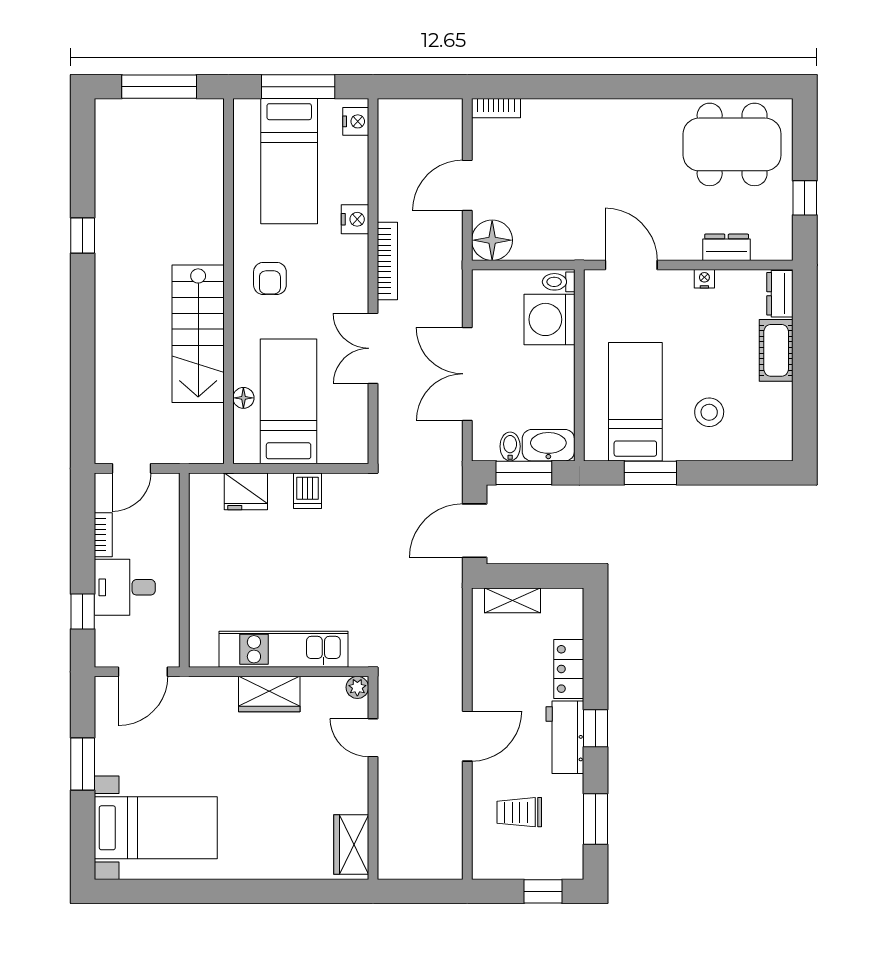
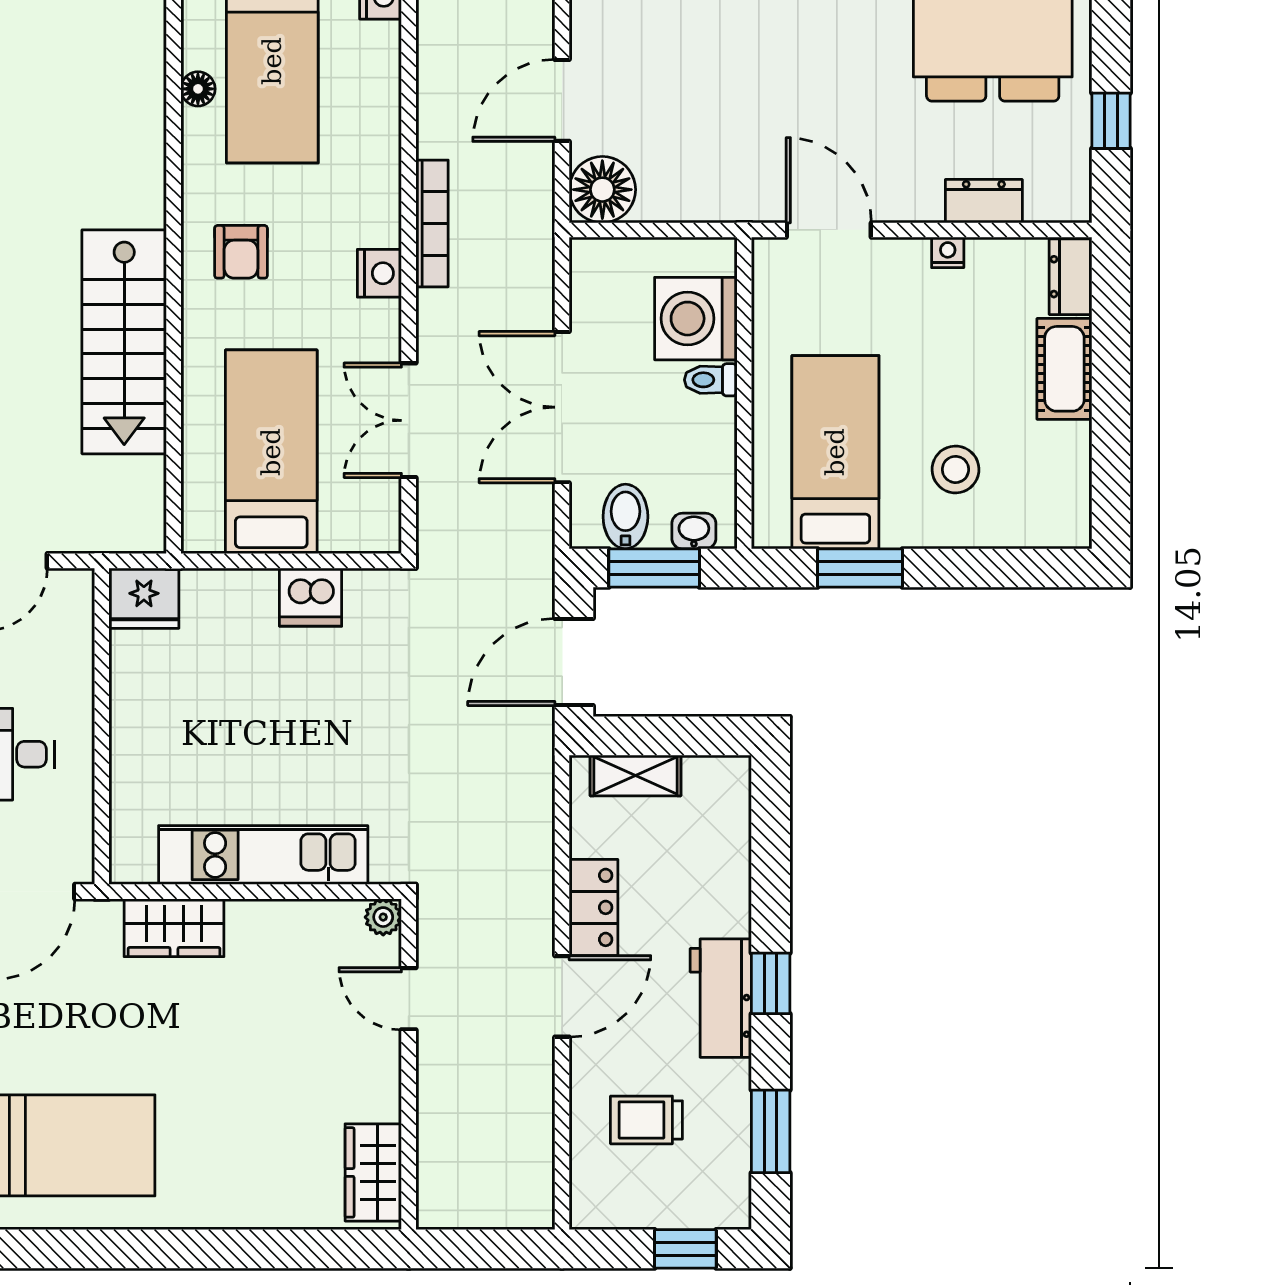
nightstand: (355, 219) -> (379, 273), moved
toilet: (559, 282) -> (711, 380), moved
double door: (373, 348) -> (409, 420), moved
floor lamp: (243, 398) -> (198, 89), moved
washbasin: (548, 445) -> (694, 531), width x0.52, depth x0.69
bidet: (510, 446) -> (625, 517), width x1.38, depth x1.36
fridge: (246, 491) -> (144, 598), moved
dishwasher: (307, 491) -> (311, 597), width x1.38
locker: (569, 669) -> (593, 907), moved, turned 180
wardrobe: (269, 694) -> (174, 928), moved

